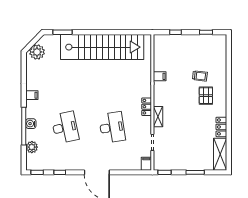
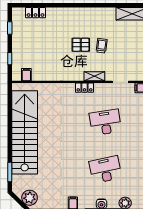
filing cabinet: (160, 76) -> (26, 75), moved
trolley: (200, 76) -> (102, 46), moved
pallet: (206, 96) -> (81, 45), moved
locker: (221, 127) -> (36, 13), moved

